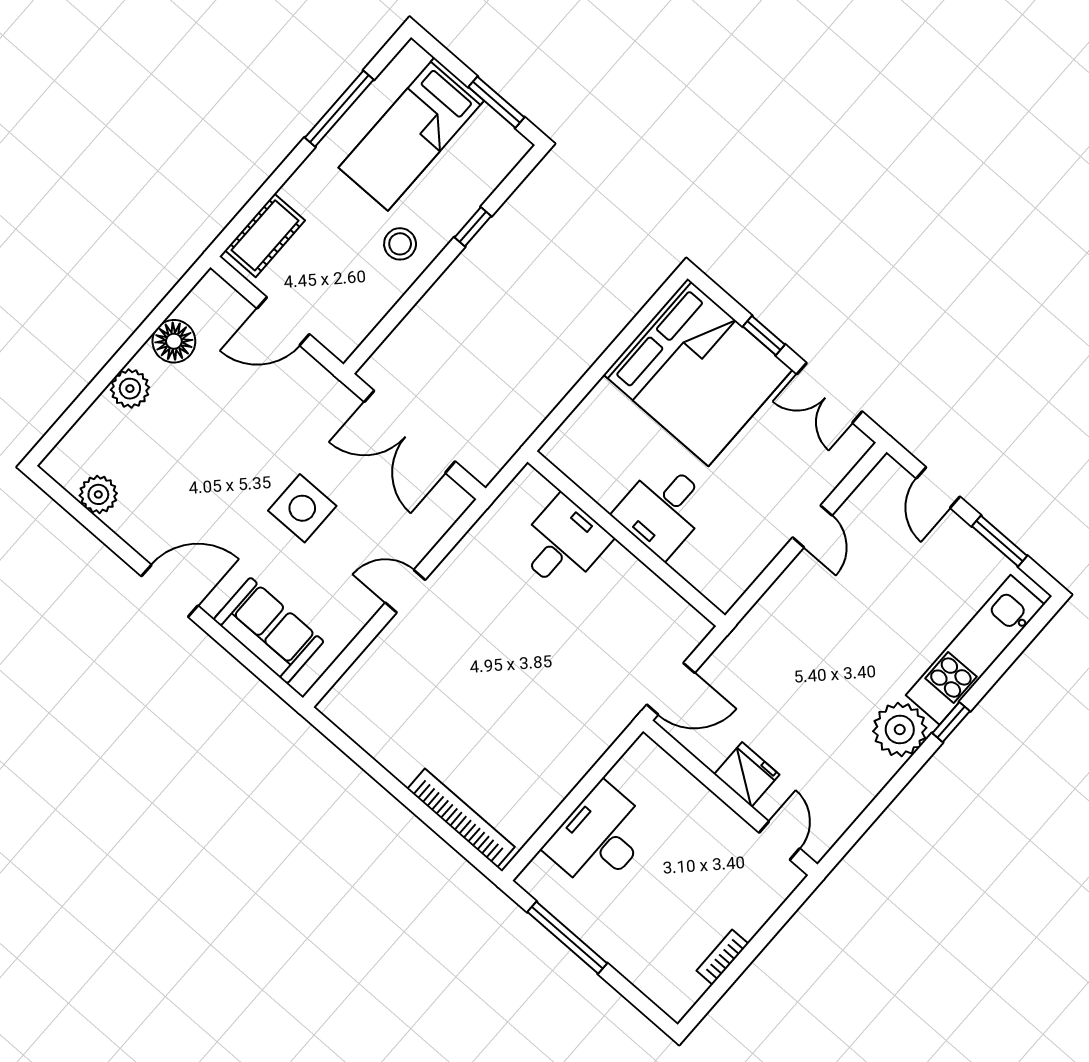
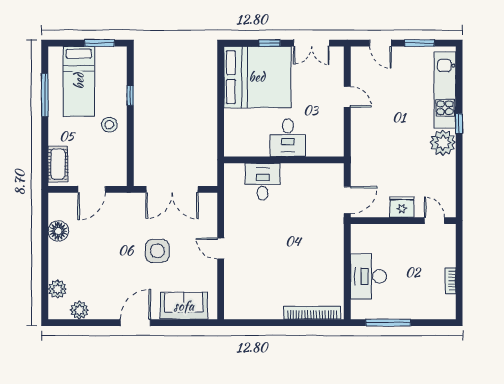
plant: (130, 389) -> (57, 289), moved
door: (405, 591) -> (221, 249), hinge flipped

